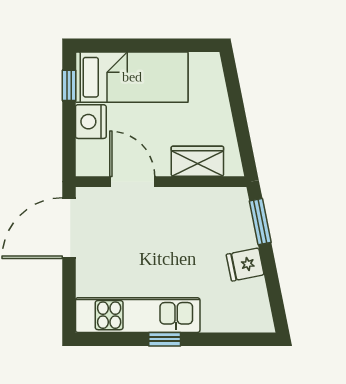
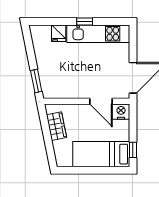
nightstand: (91, 122) -> (121, 112), moved, turned -90
wardrobe: (197, 161) -> (56, 126), moved, turned -101
fridge: (245, 265) -> (59, 33), moved, turned 101

